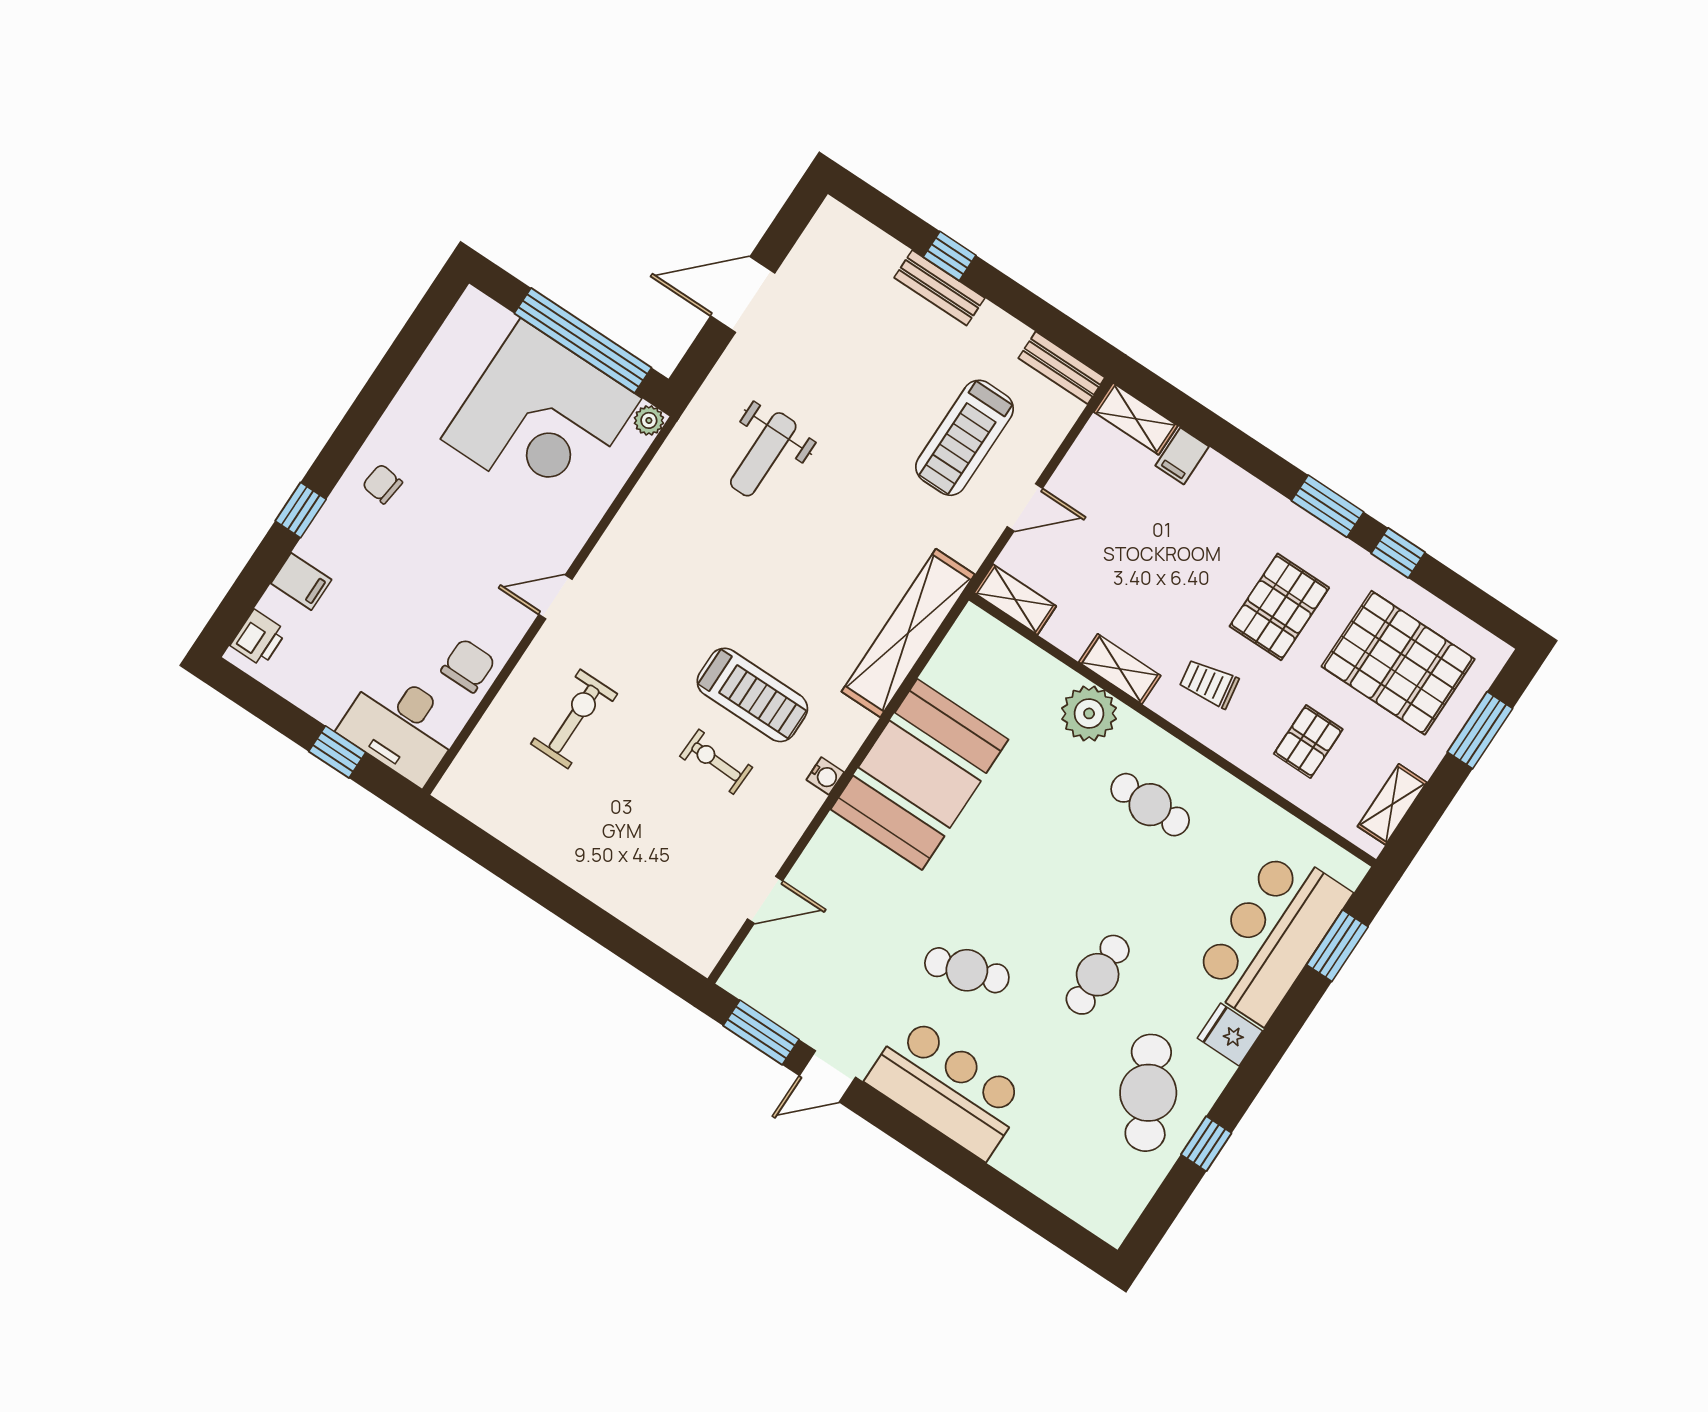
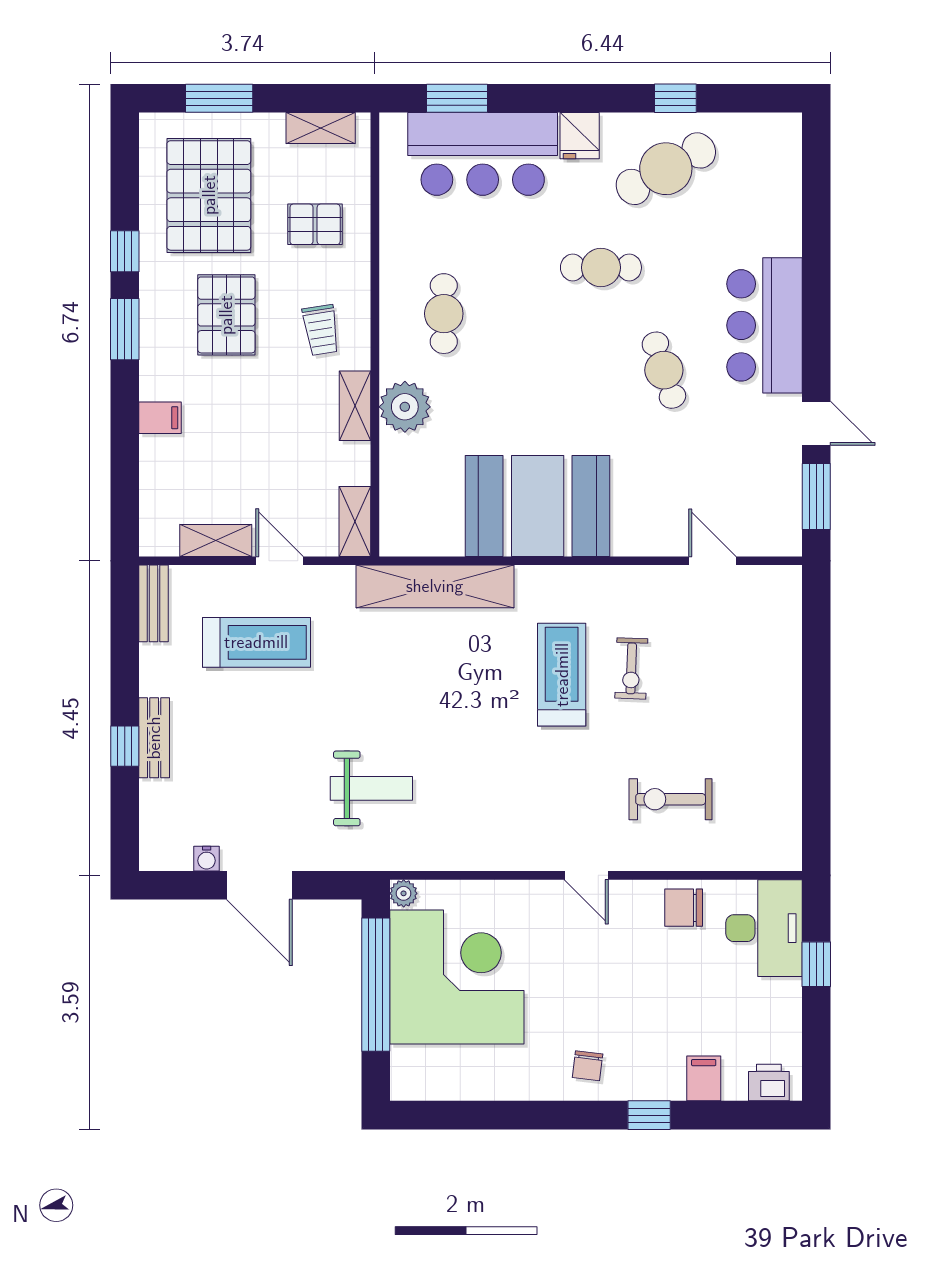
shelving: (1136, 419) -> (216, 540), moved, turned 90
filing cabinet: (1182, 456) -> (160, 418), moved
pallet: (1279, 607) -> (226, 315), turned 90
water cooler: (825, 776) -> (207, 859), moved, turned 180

